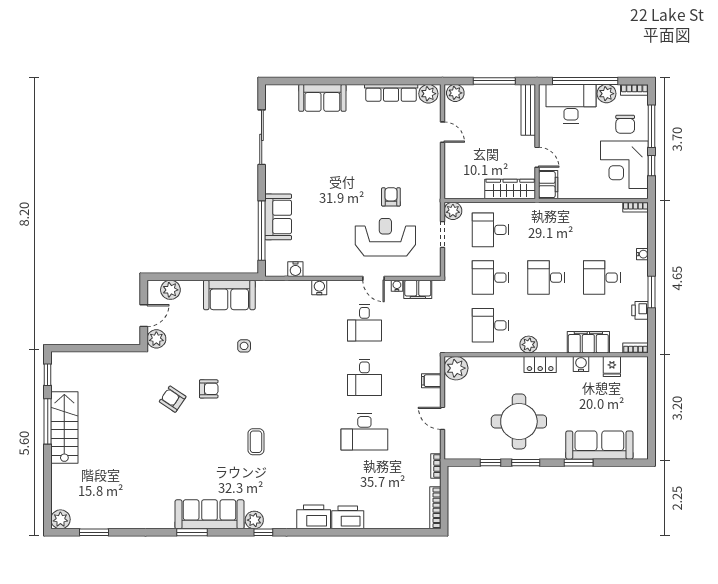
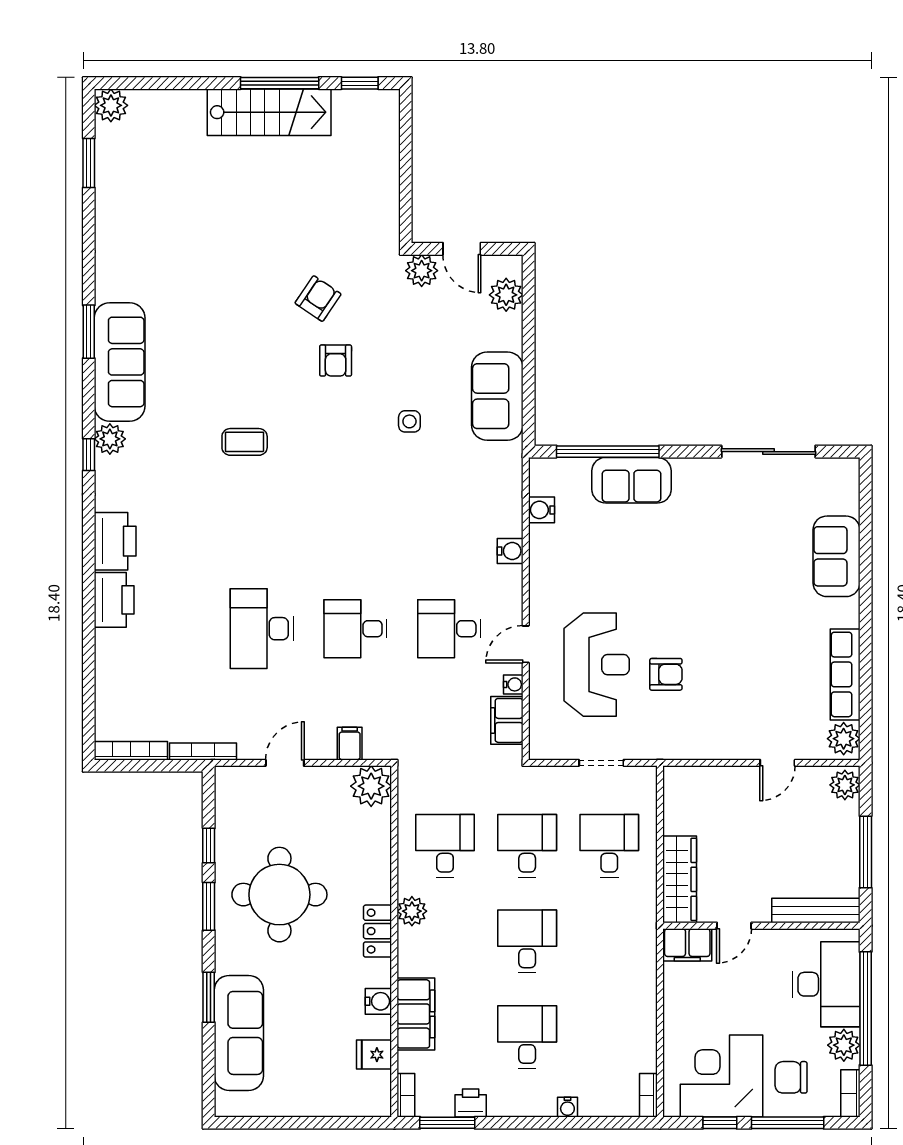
plant: (453, 211) -> (642, 781), removed
window: (652, 292) -> (447, 1123), moved
bookcase: (436, 466) -> (203, 752), width x1.56

